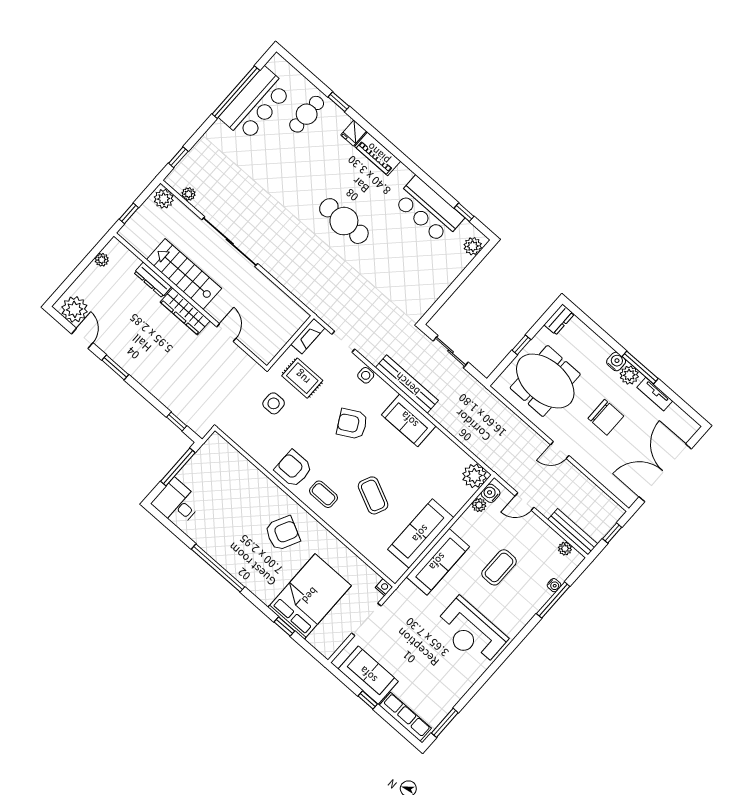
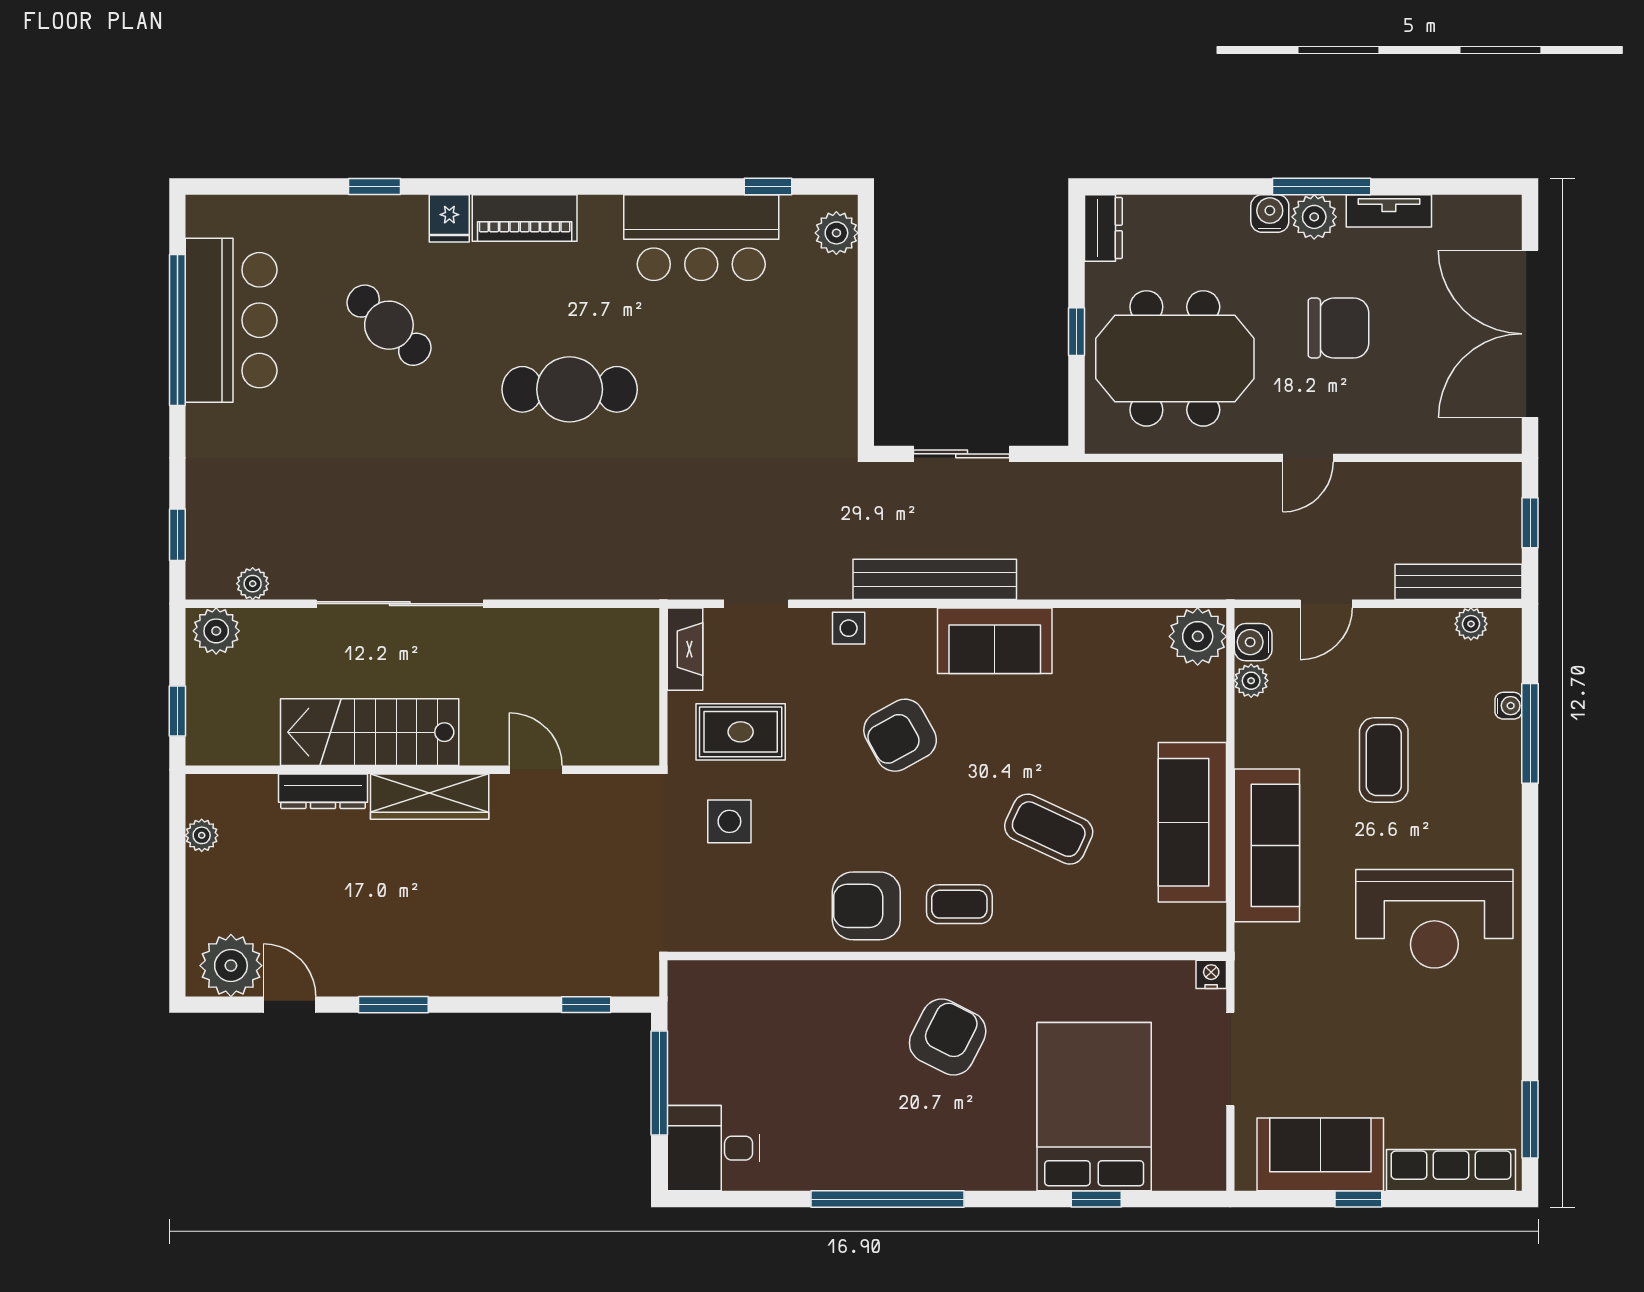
cafe table: (307, 114) -> (389, 325), moved, turned -47

